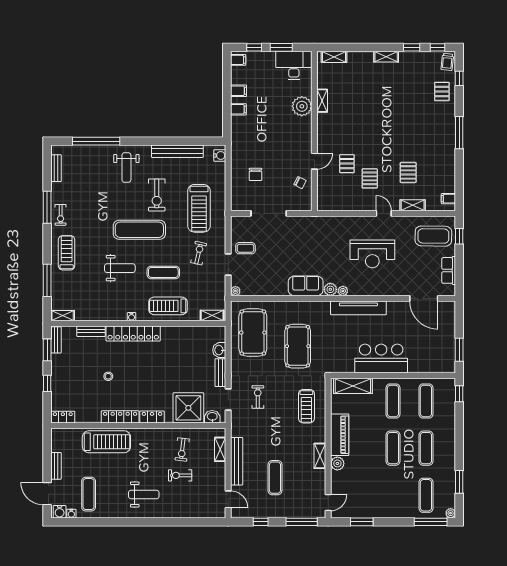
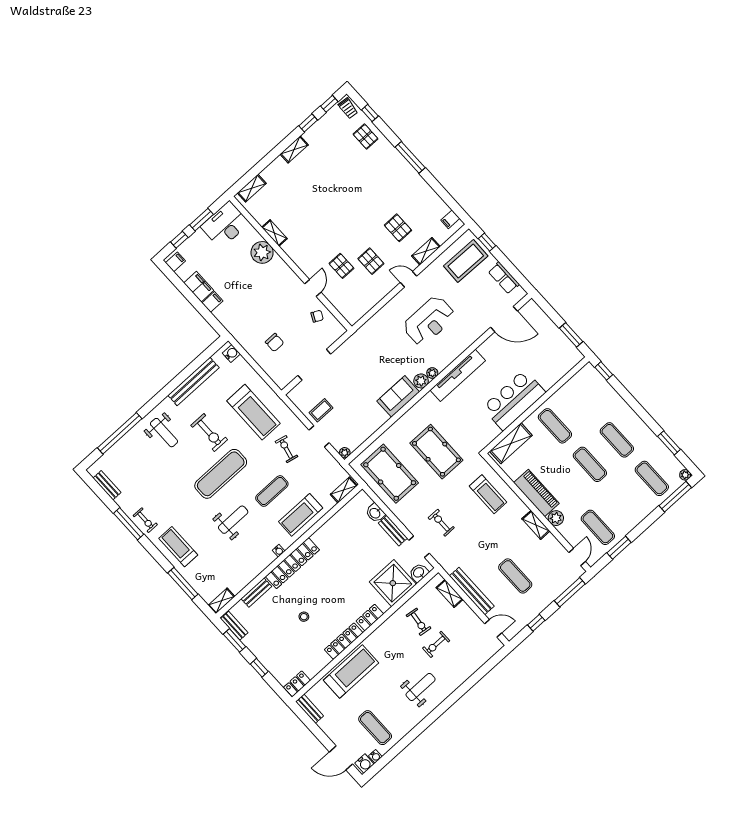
filing cabinet: (239, 91) -> (199, 287), width x2.00
exercise mat: (426, 401) -> (598, 527), moved
bench: (56, 466) -> (310, 709), moved

